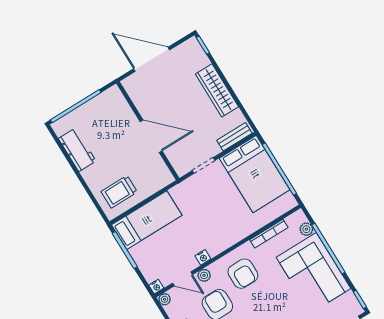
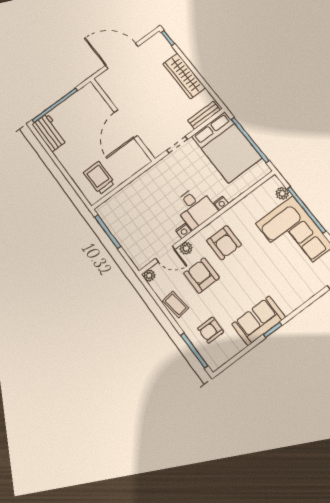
door: (151, 136) -> (126, 124), swing flipped
workbench: (77, 150) -> (50, 132), moved
trolley: (119, 192) -> (99, 178), turned 90
bed: (147, 220) -> (127, 201), removed
desk: (217, 234) -> (195, 207), added
bookcase: (269, 234) -> (246, 202), removed
nightstand: (156, 287) -> (221, 203), moved

